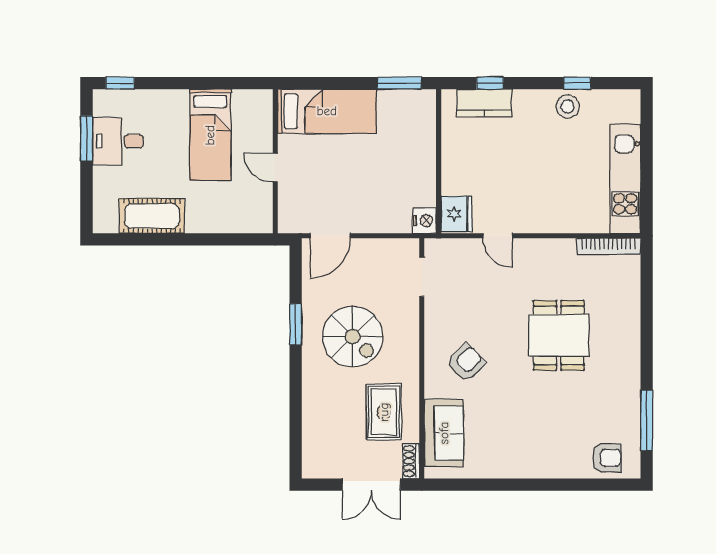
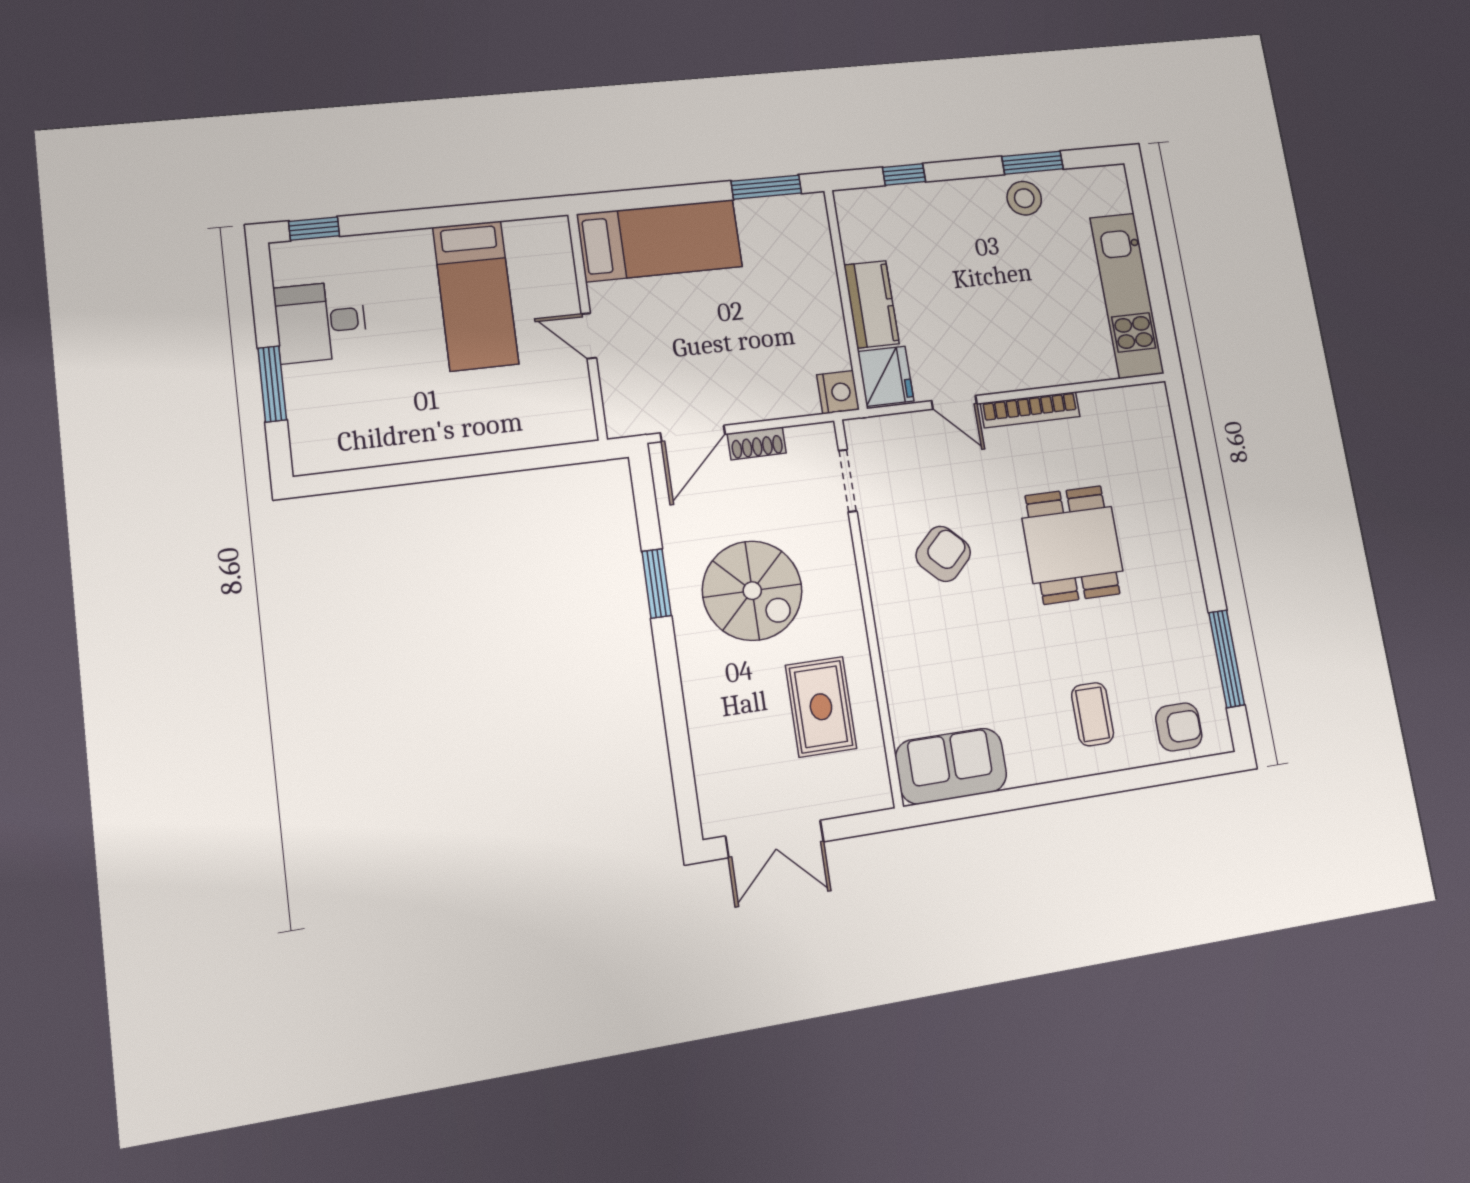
window: (577, 83) -> (1032, 163), width x1.50
kitchen counter: (484, 103) -> (871, 304), moved, turned -90
window: (87, 138) -> (272, 384), moved
cot: (152, 216) -> (393, 437), removed
bookcase: (608, 246) -> (1030, 410), moved
armchair: (466, 363) -> (943, 554), moved
sofa: (444, 433) -> (951, 766), moved, turned -90
coffee table: (553, 442) -> (1093, 714), added
shoe rack: (411, 461) -> (757, 443), moved, turned -90
double door: (371, 485) -> (775, 839), moved

